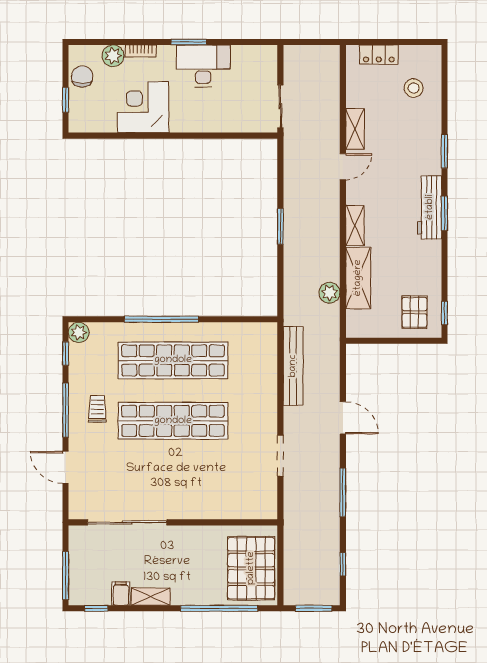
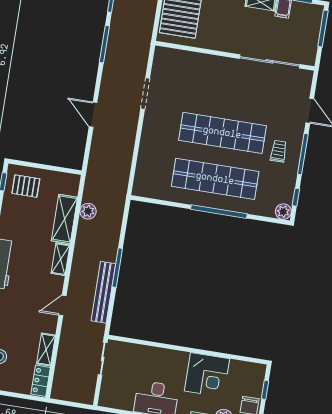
locker: (379, 55) -> (41, 381), moved, turned -90
shelving: (355, 129) -> (46, 349), moved
window: (280, 226) -> (117, 268), width x1.44
pallet: (414, 312) -> (26, 186), turned 90
bench: (293, 366) -> (103, 292), moved
trolley: (97, 409) -> (279, 151), turned 180
window: (343, 492) -> (104, 44), moved

